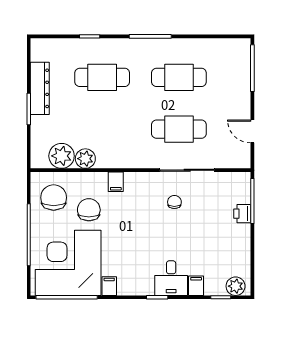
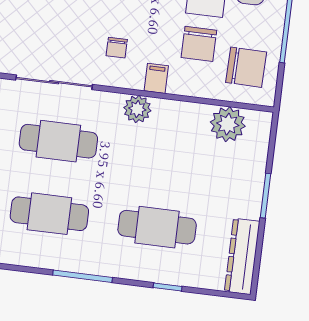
dresser: (40, 88) -> (242, 256), moved
plant: (85, 159) -> (137, 109), moved
chair: (54, 198) -> (246, 67), turned -89
chair: (174, 202) -> (117, 48), moved

